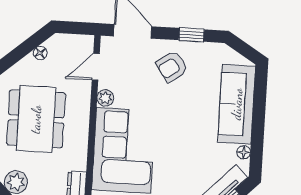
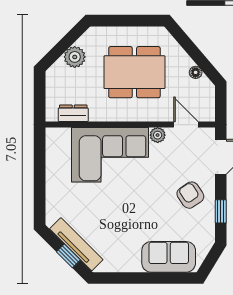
sofa: (237, 104) -> (169, 257), width x0.73
floor lamp: (244, 152) -> (115, 266), removed

